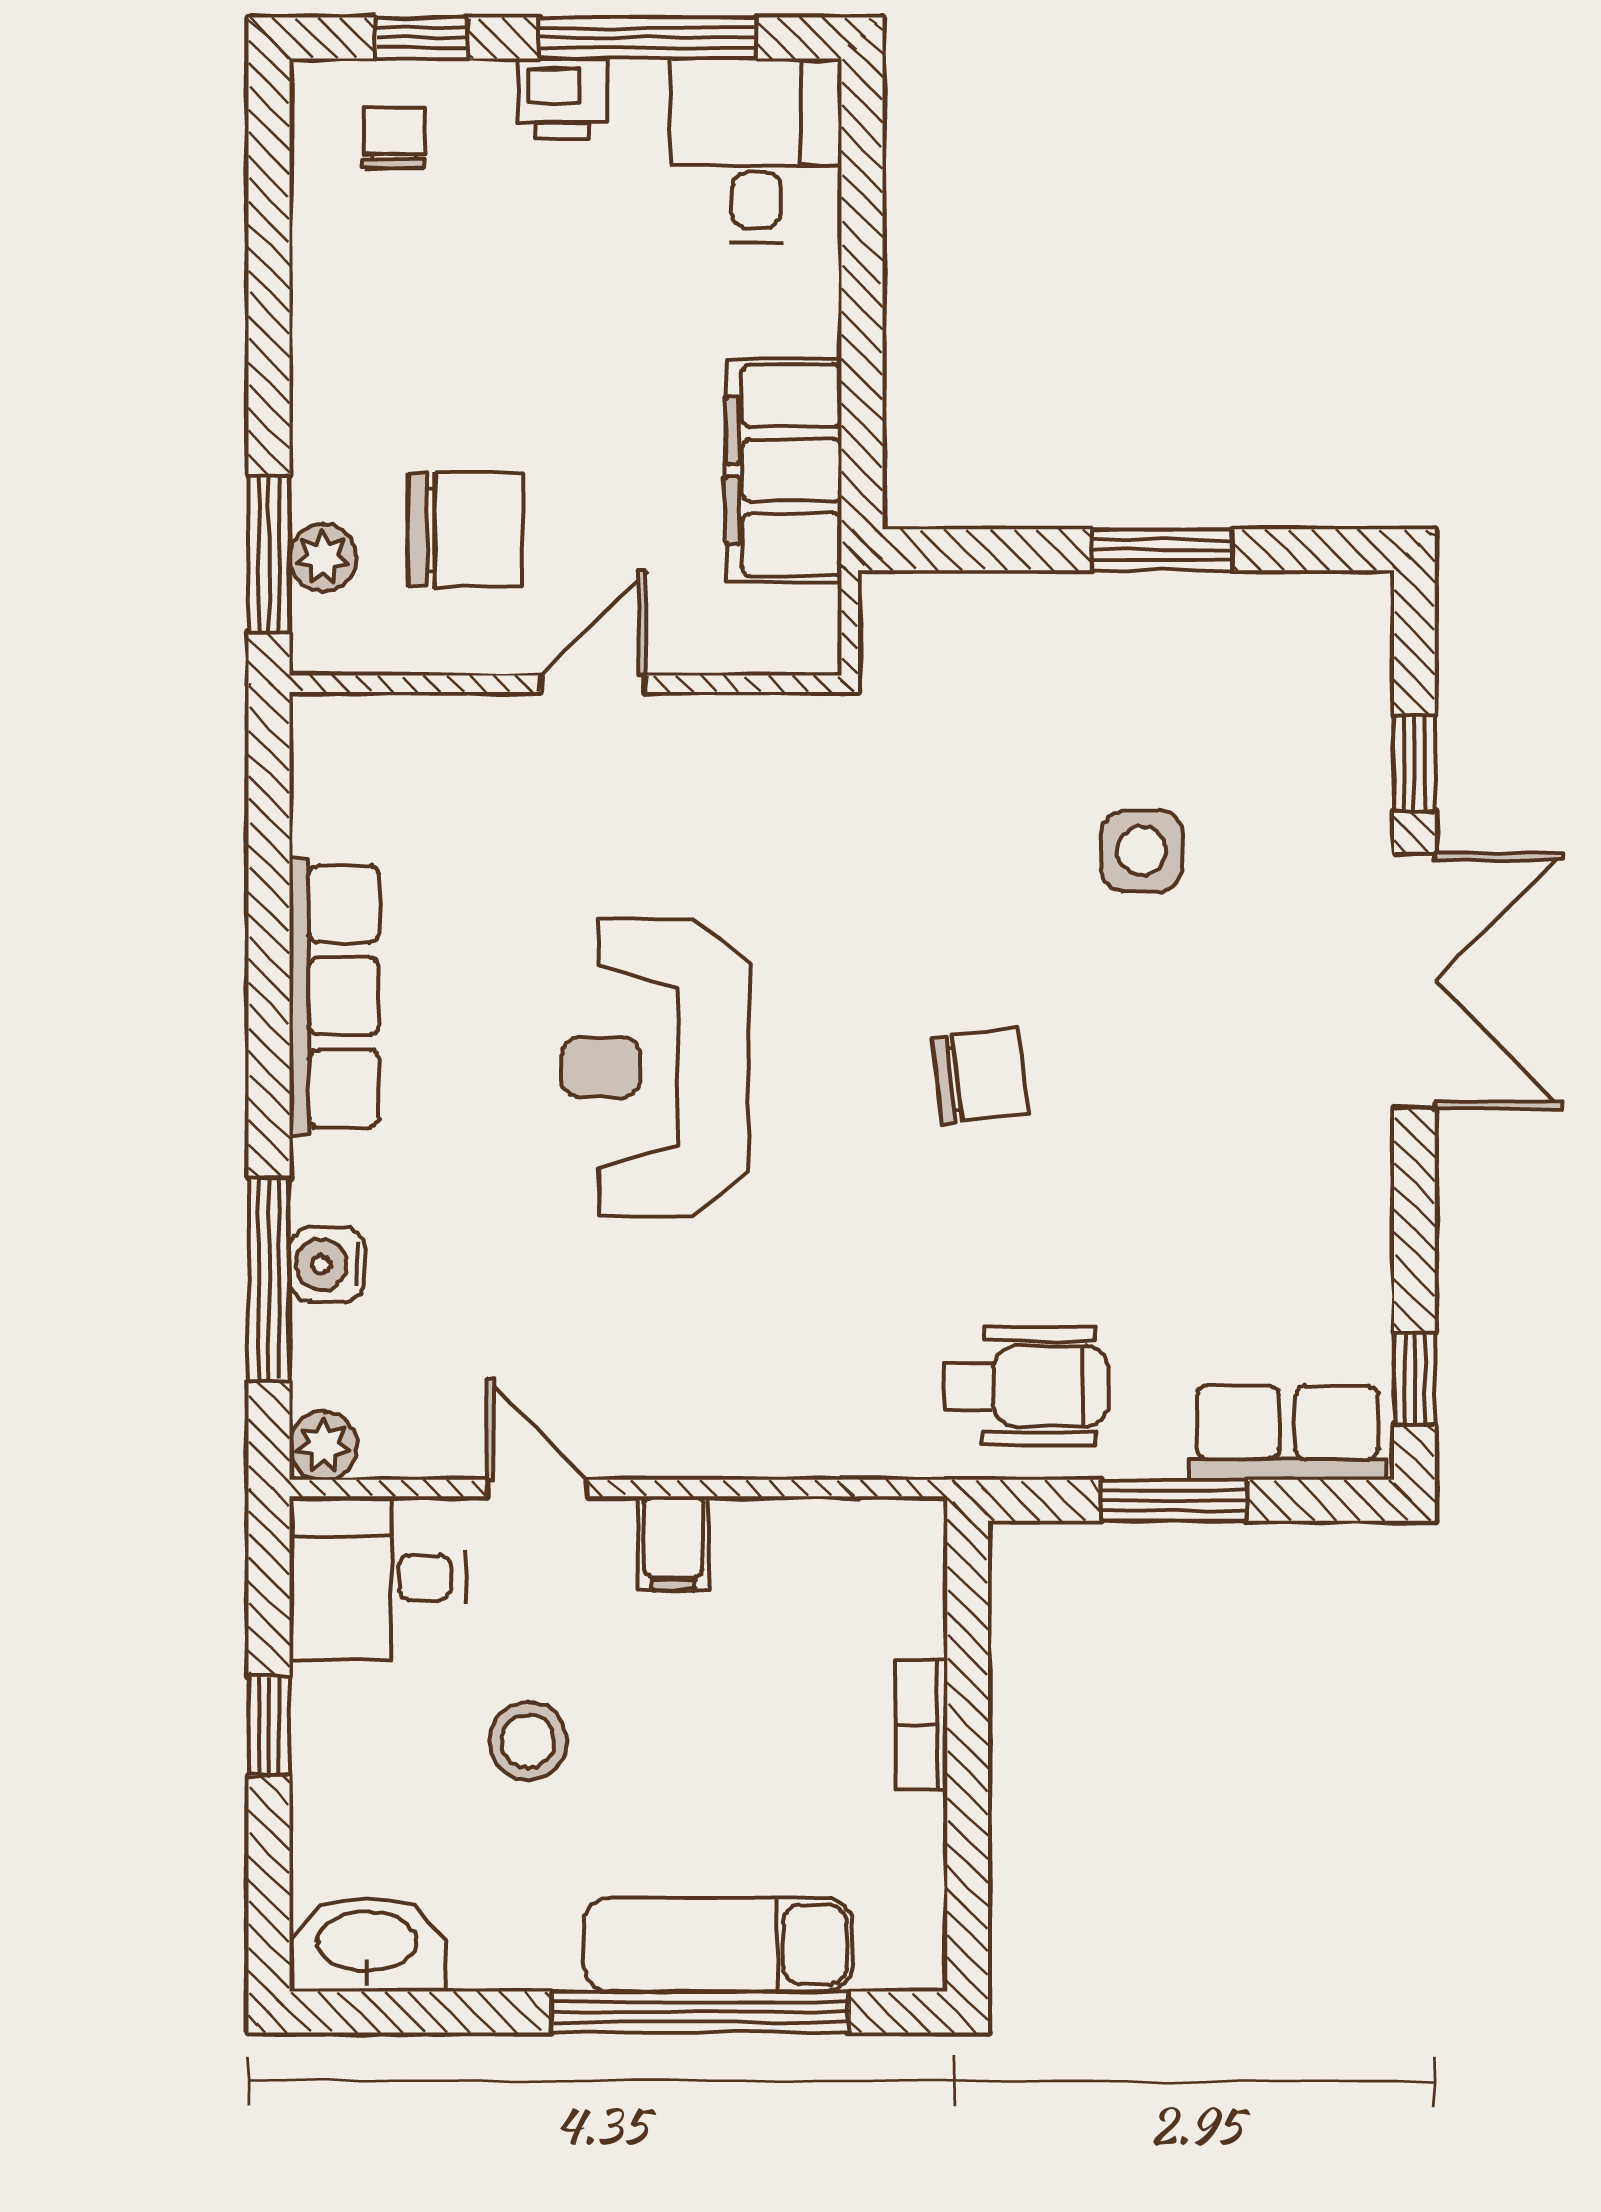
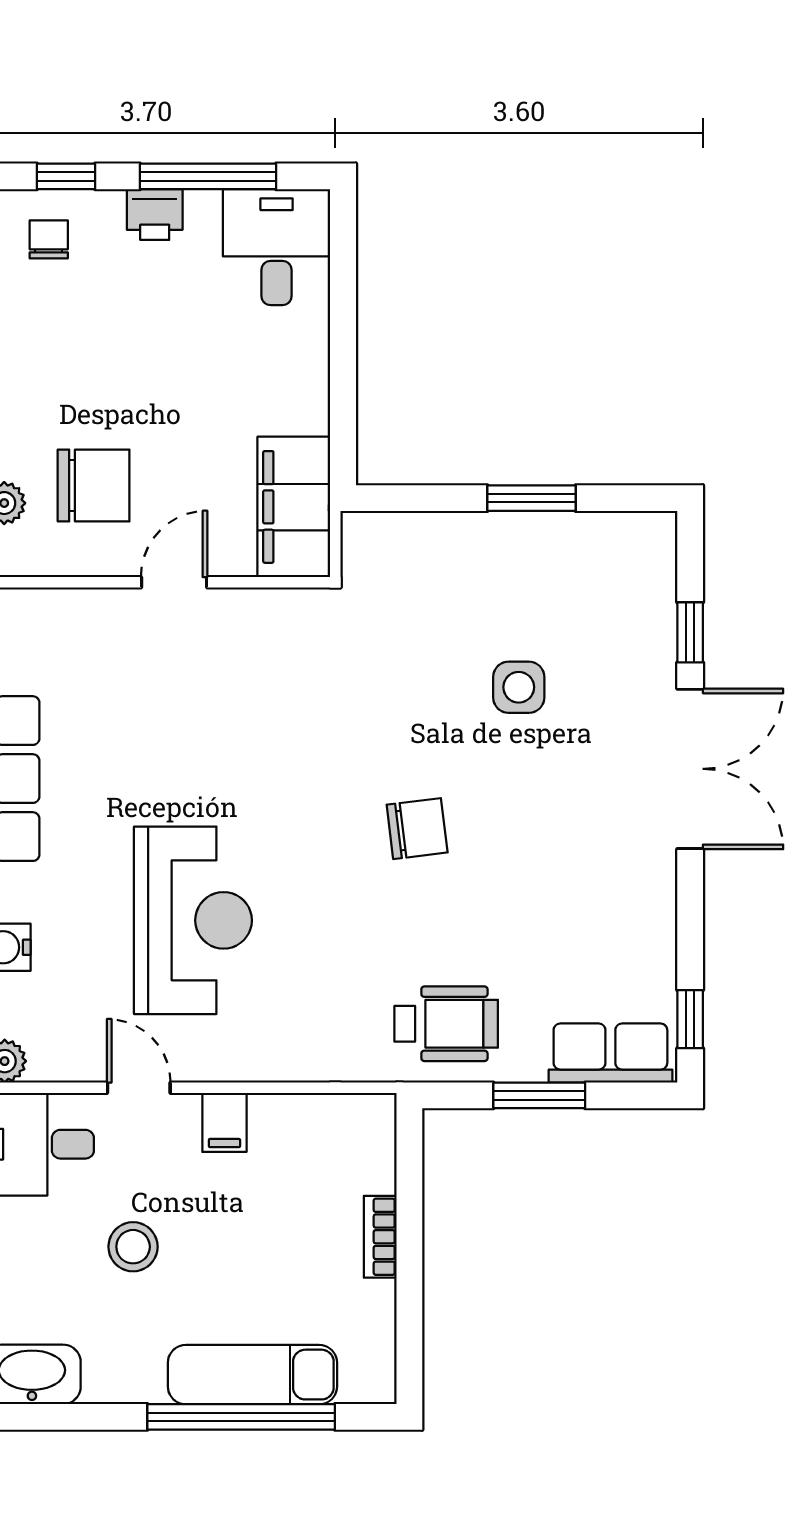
filing cabinet: (784, 470) -> (294, 507), moved
reception desk: (655, 1067) -> (193, 920), moved, turned 180

